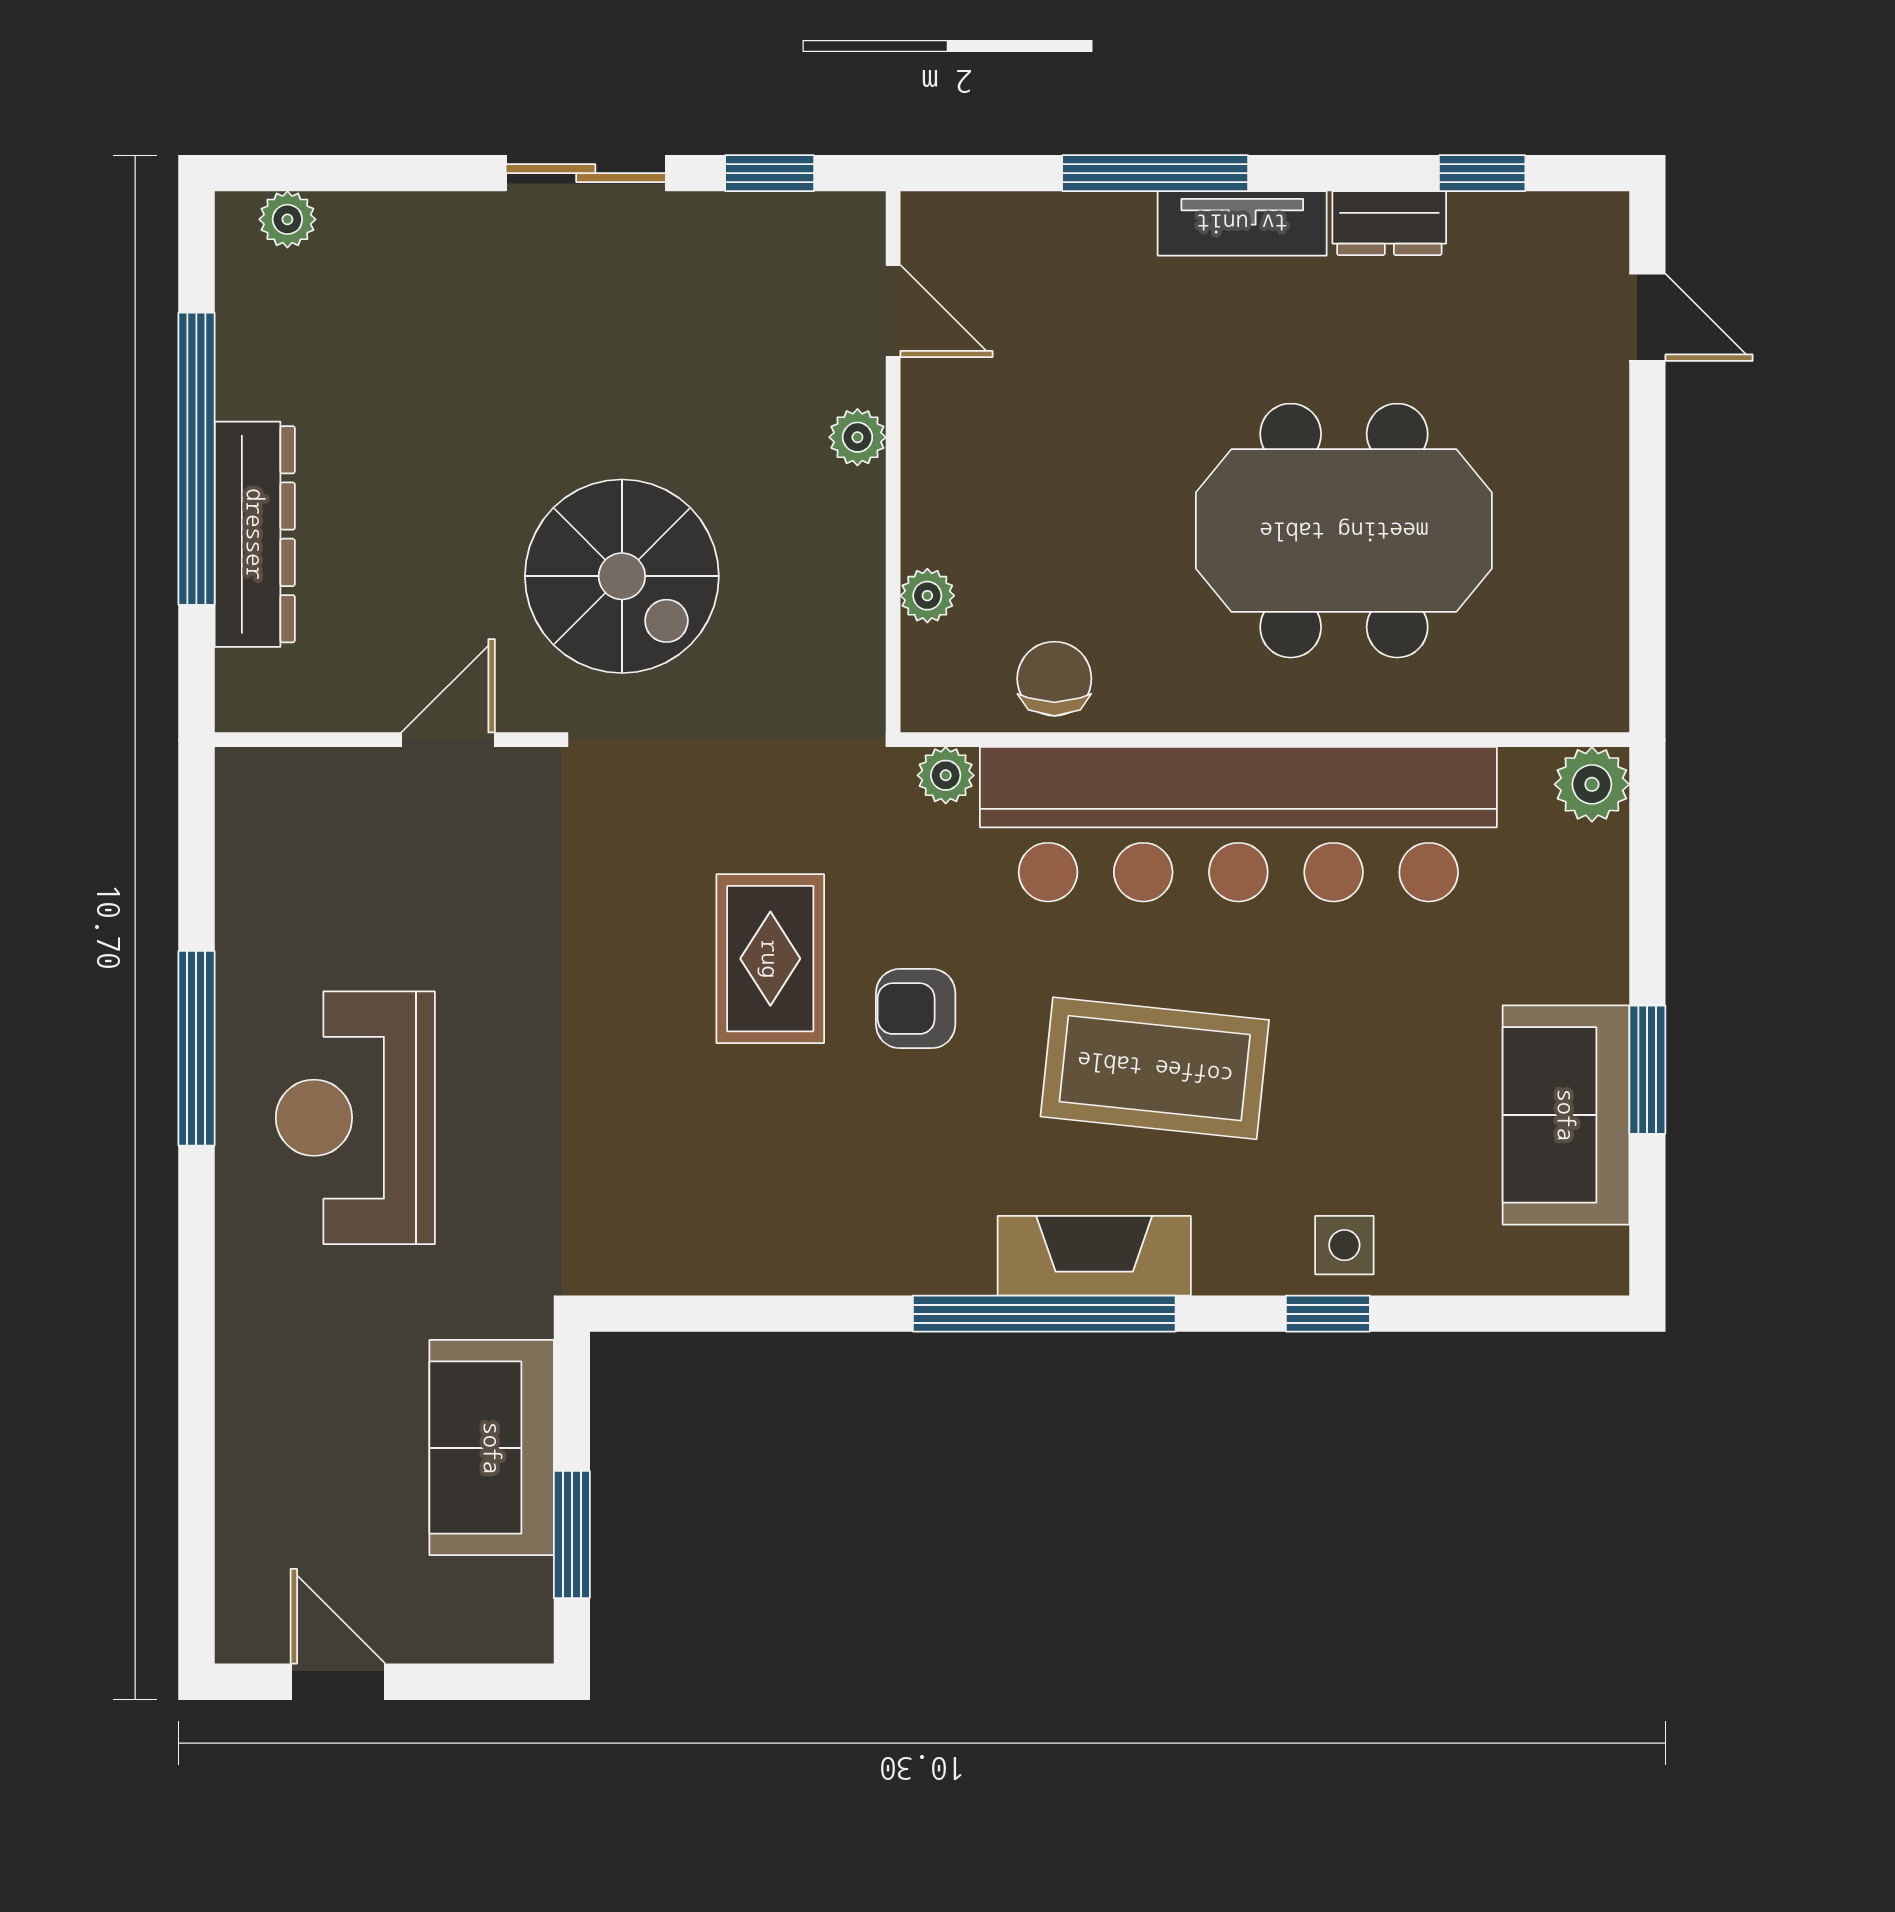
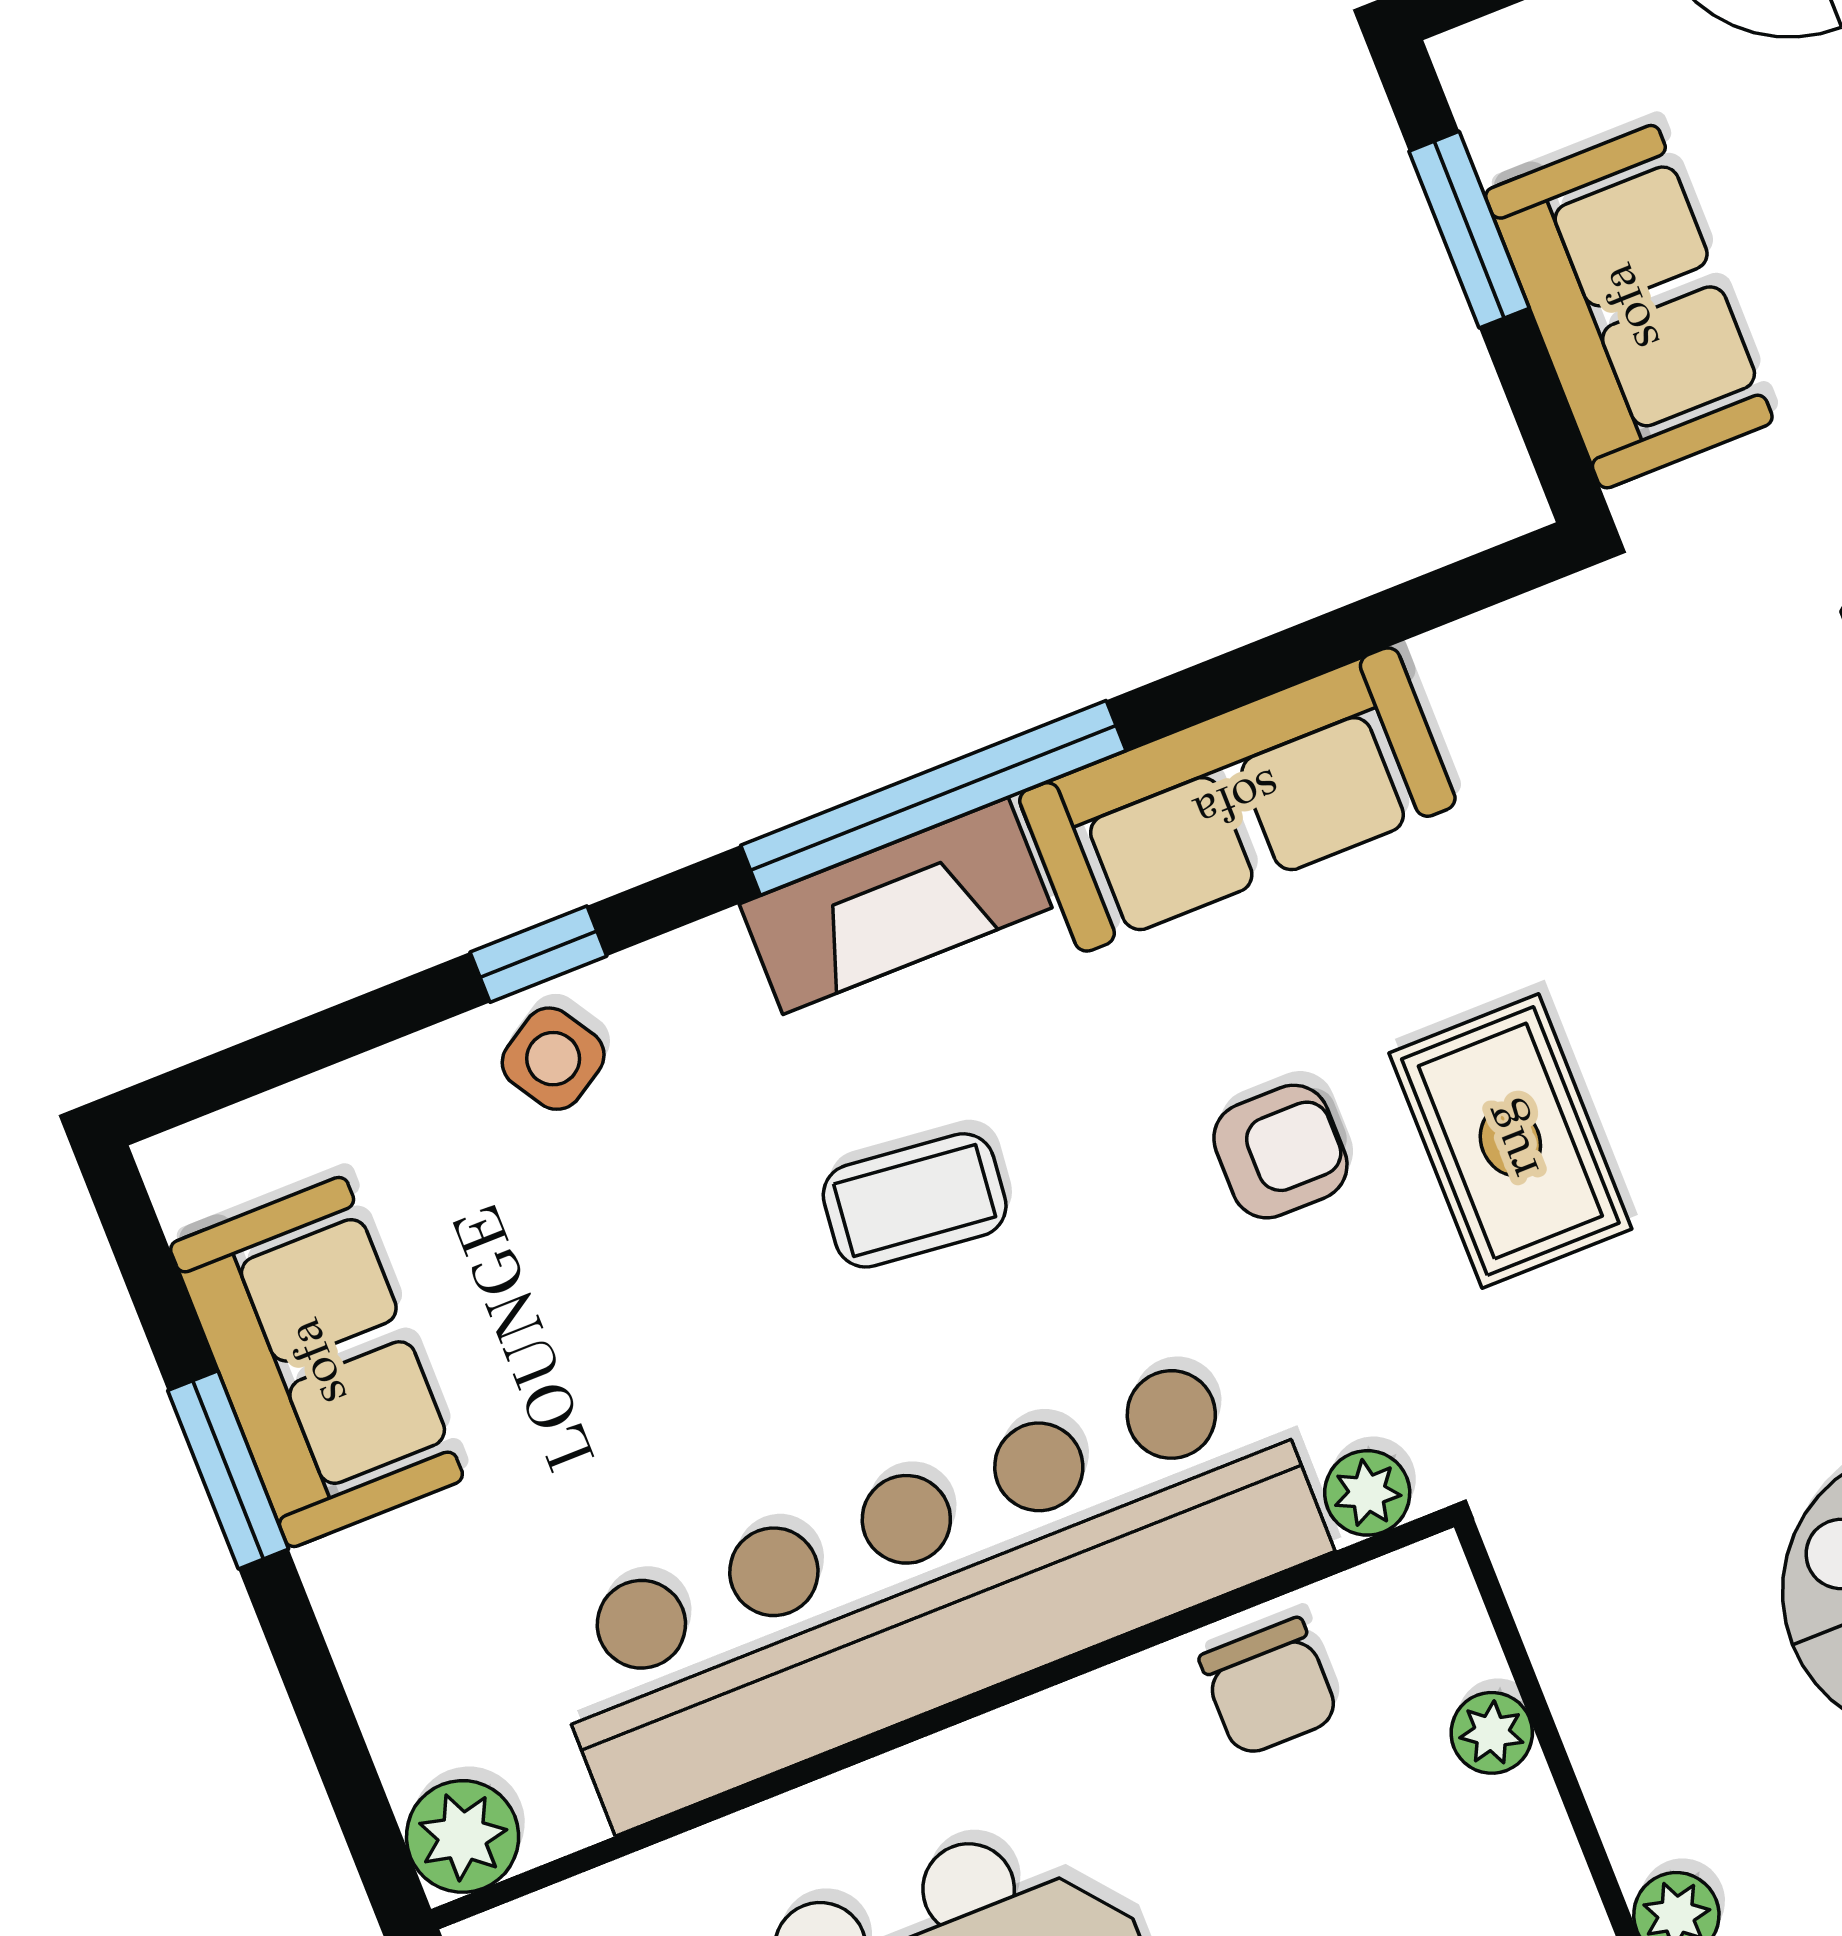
coffee table: (1155, 1068) -> (915, 1200), width x0.54, depth x0.58
sofa: (856, 1238) -> (1237, 800), added
side table: (1344, 1245) -> (553, 1059), turned -32

